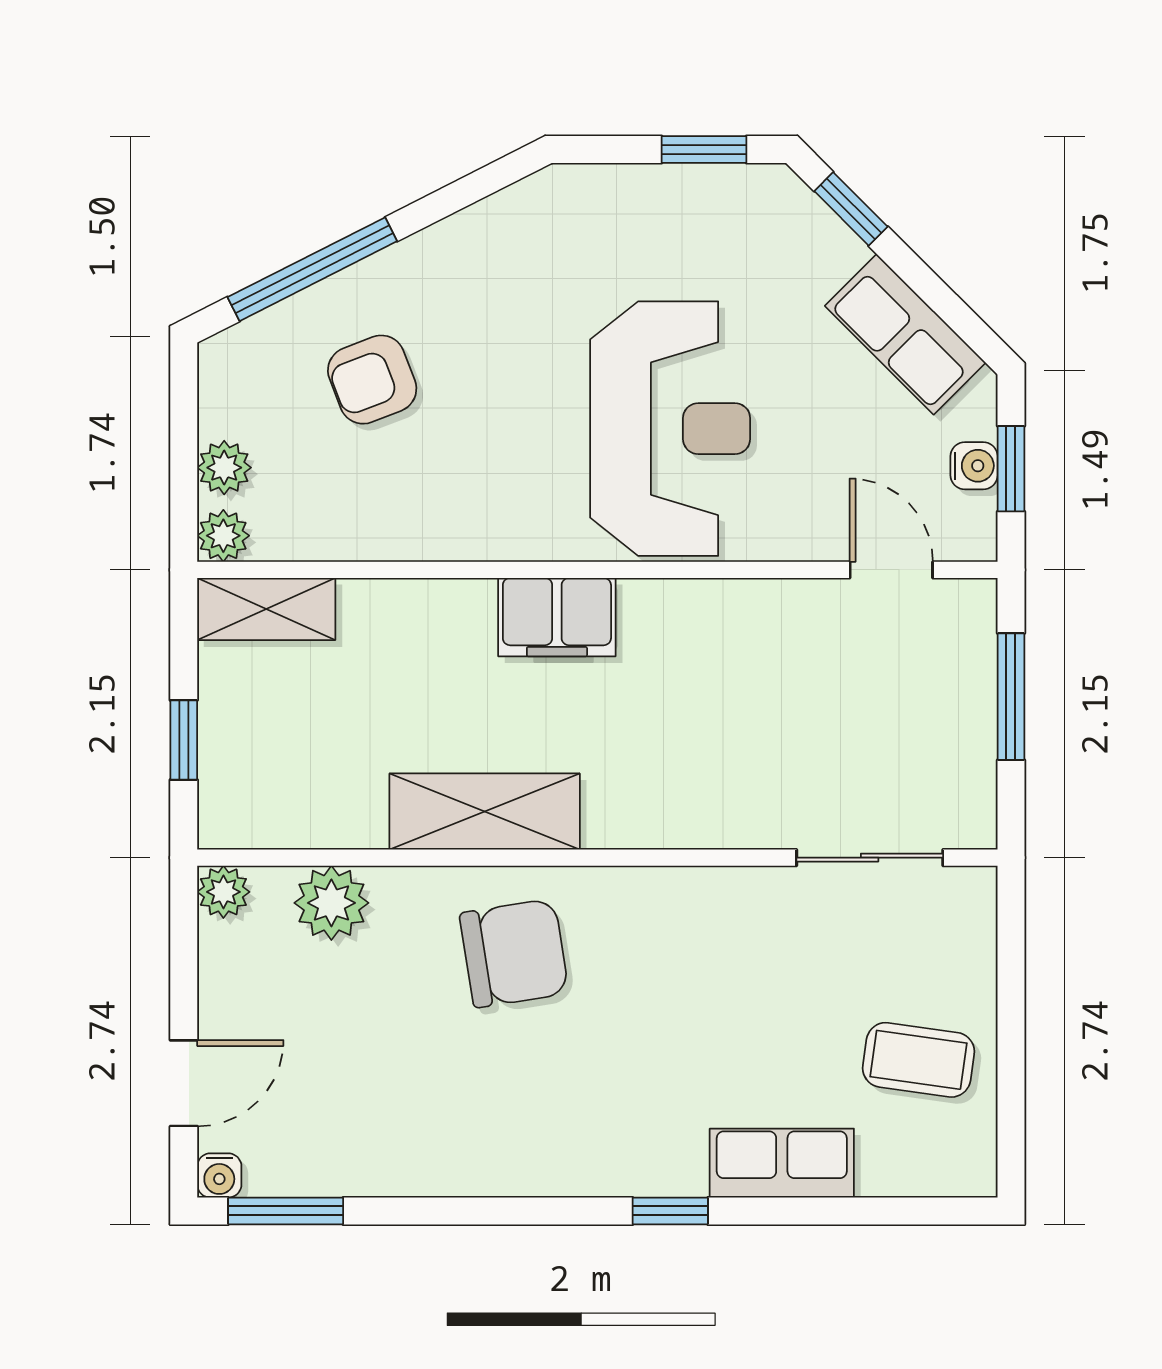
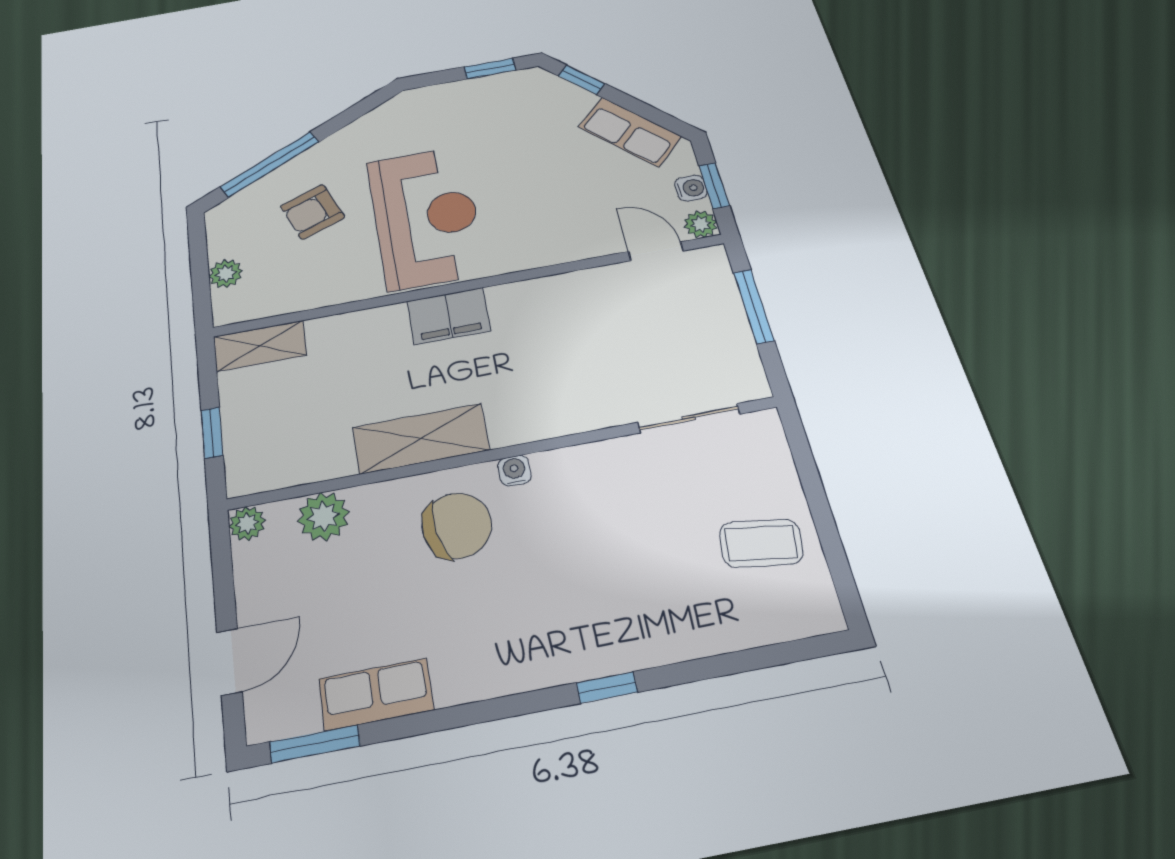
reception desk: (670, 429) -> (426, 217), moved
plant: (223, 536) -> (701, 224), moved
row of seats: (782, 1163) -> (376, 694), moved
water cooler: (219, 1175) -> (514, 471), moved, turned 180

